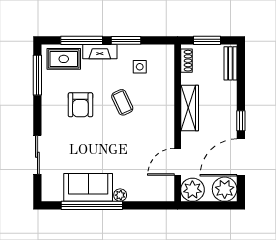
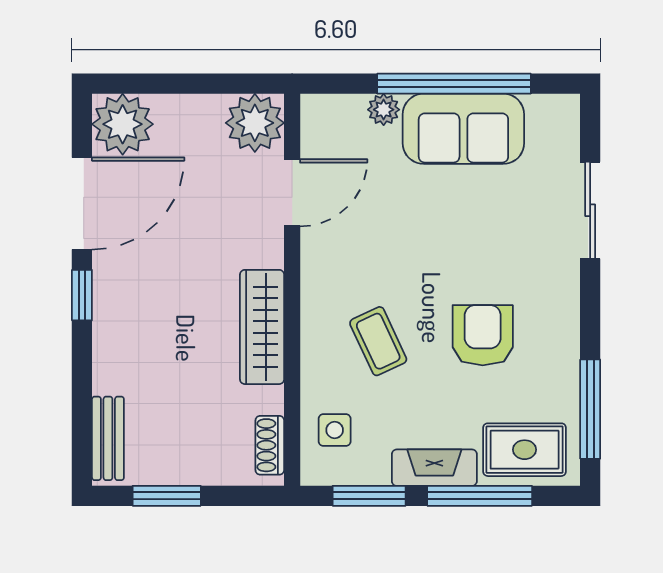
shoe rack: (186, 61) -> (270, 445), moved
wardrobe: (190, 108) -> (262, 327), moved
wall: (178, 123) -> (292, 290), moved
door: (178, 162) -> (292, 193), moved
plant: (192, 190) -> (255, 123), moved

